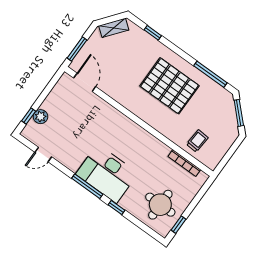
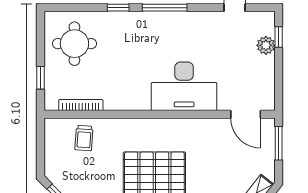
desk: (107, 174) -> (184, 86), moved, turned 180
window: (178, 225) -> (41, 78), moved

